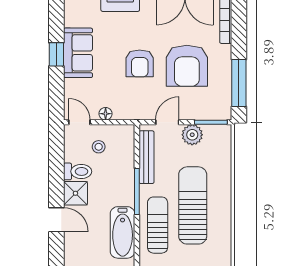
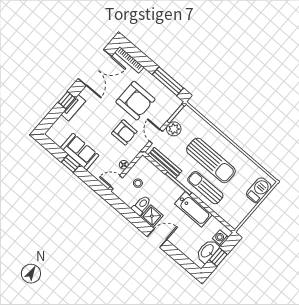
armchair: (140, 63) -> (124, 132), moved
sun lounger: (193, 205) -> (211, 160), turned 180

